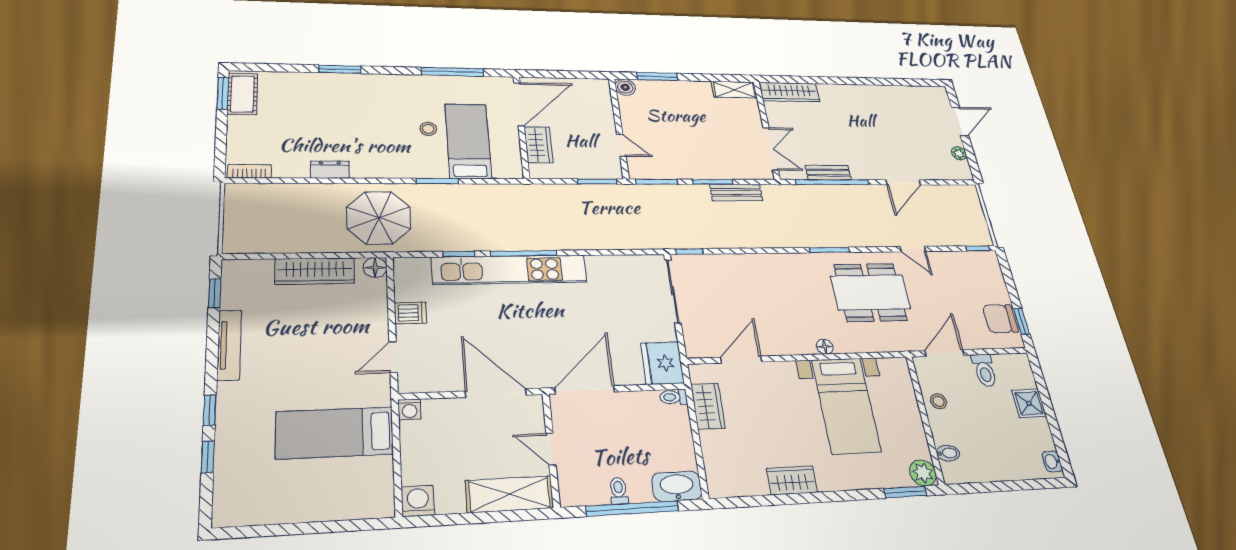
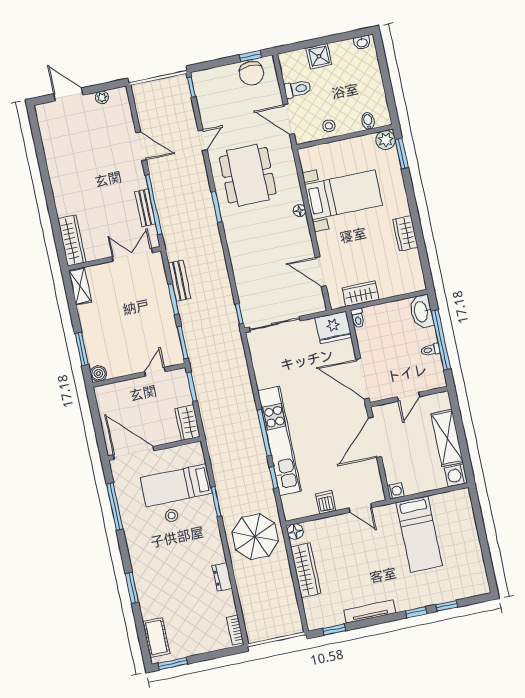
cot: (242, 94) -> (156, 637), moved, turned 90
wardrobe: (539, 145) -> (188, 423), moved, turned -90
shelving: (509, 494) -> (447, 438), moved

